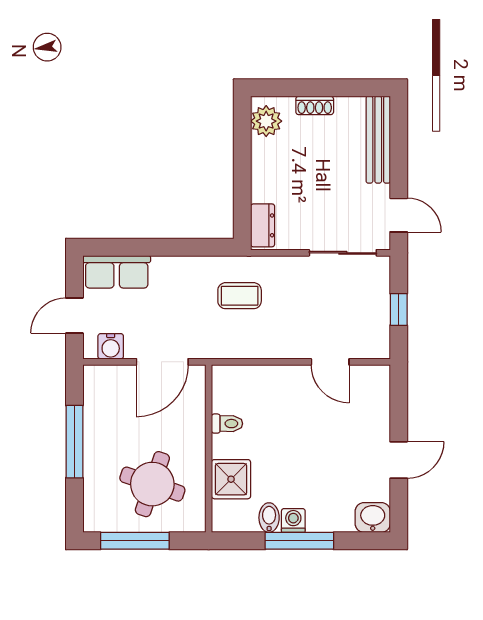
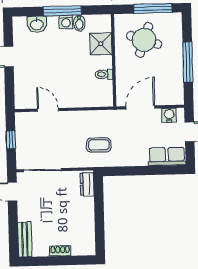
plant: (266, 121) -> (87, 242), removed
bench: (378, 140) -> (25, 239), width x0.73
washbasin: (373, 517) -> (37, 24), moved

